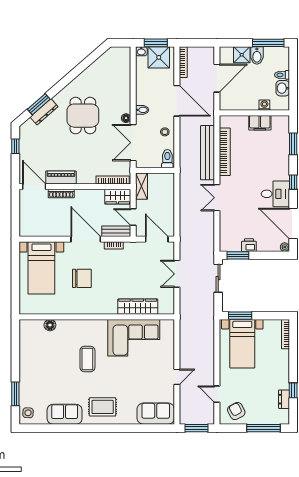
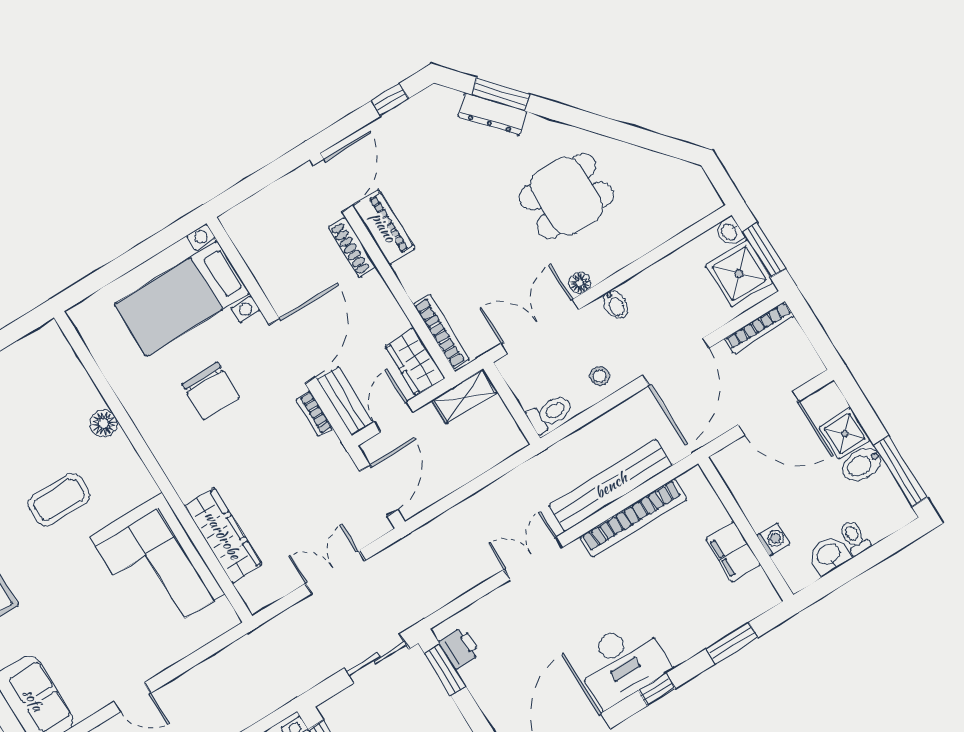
dining table: (83, 116) -> (566, 196), moved
desk: (275, 194) -> (622, 663), width x1.37
printer: (249, 245) -> (460, 648), moved
floor lamp: (50, 325) -> (104, 423), moved

